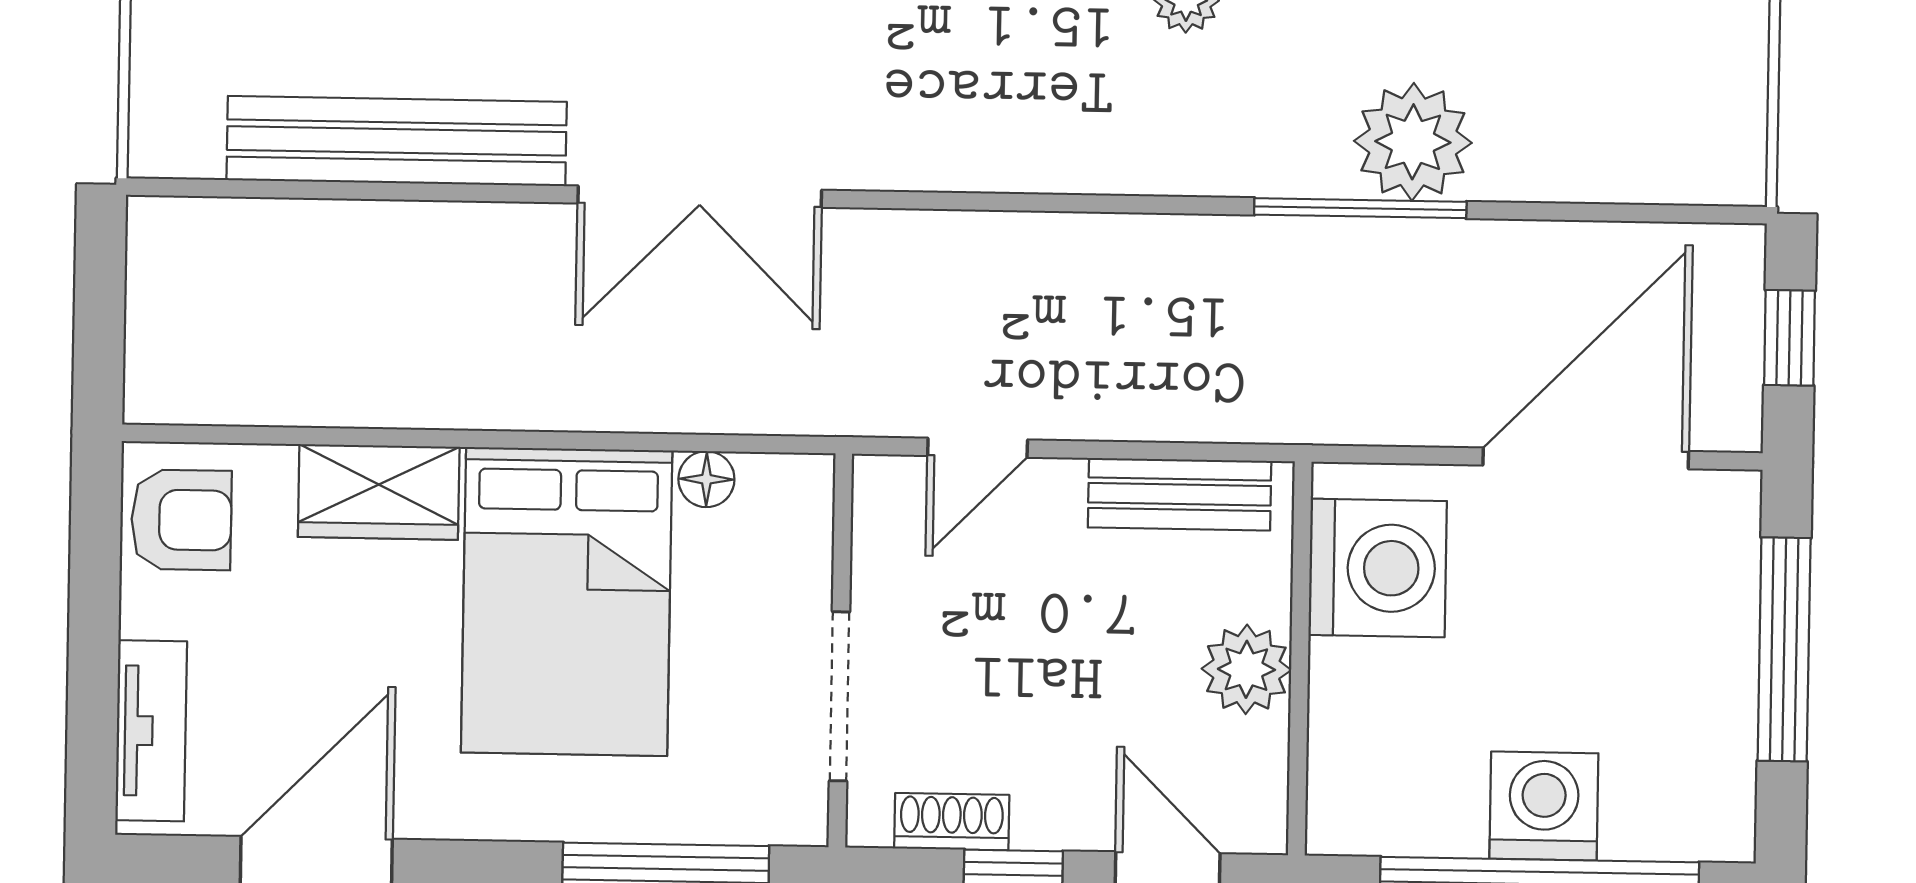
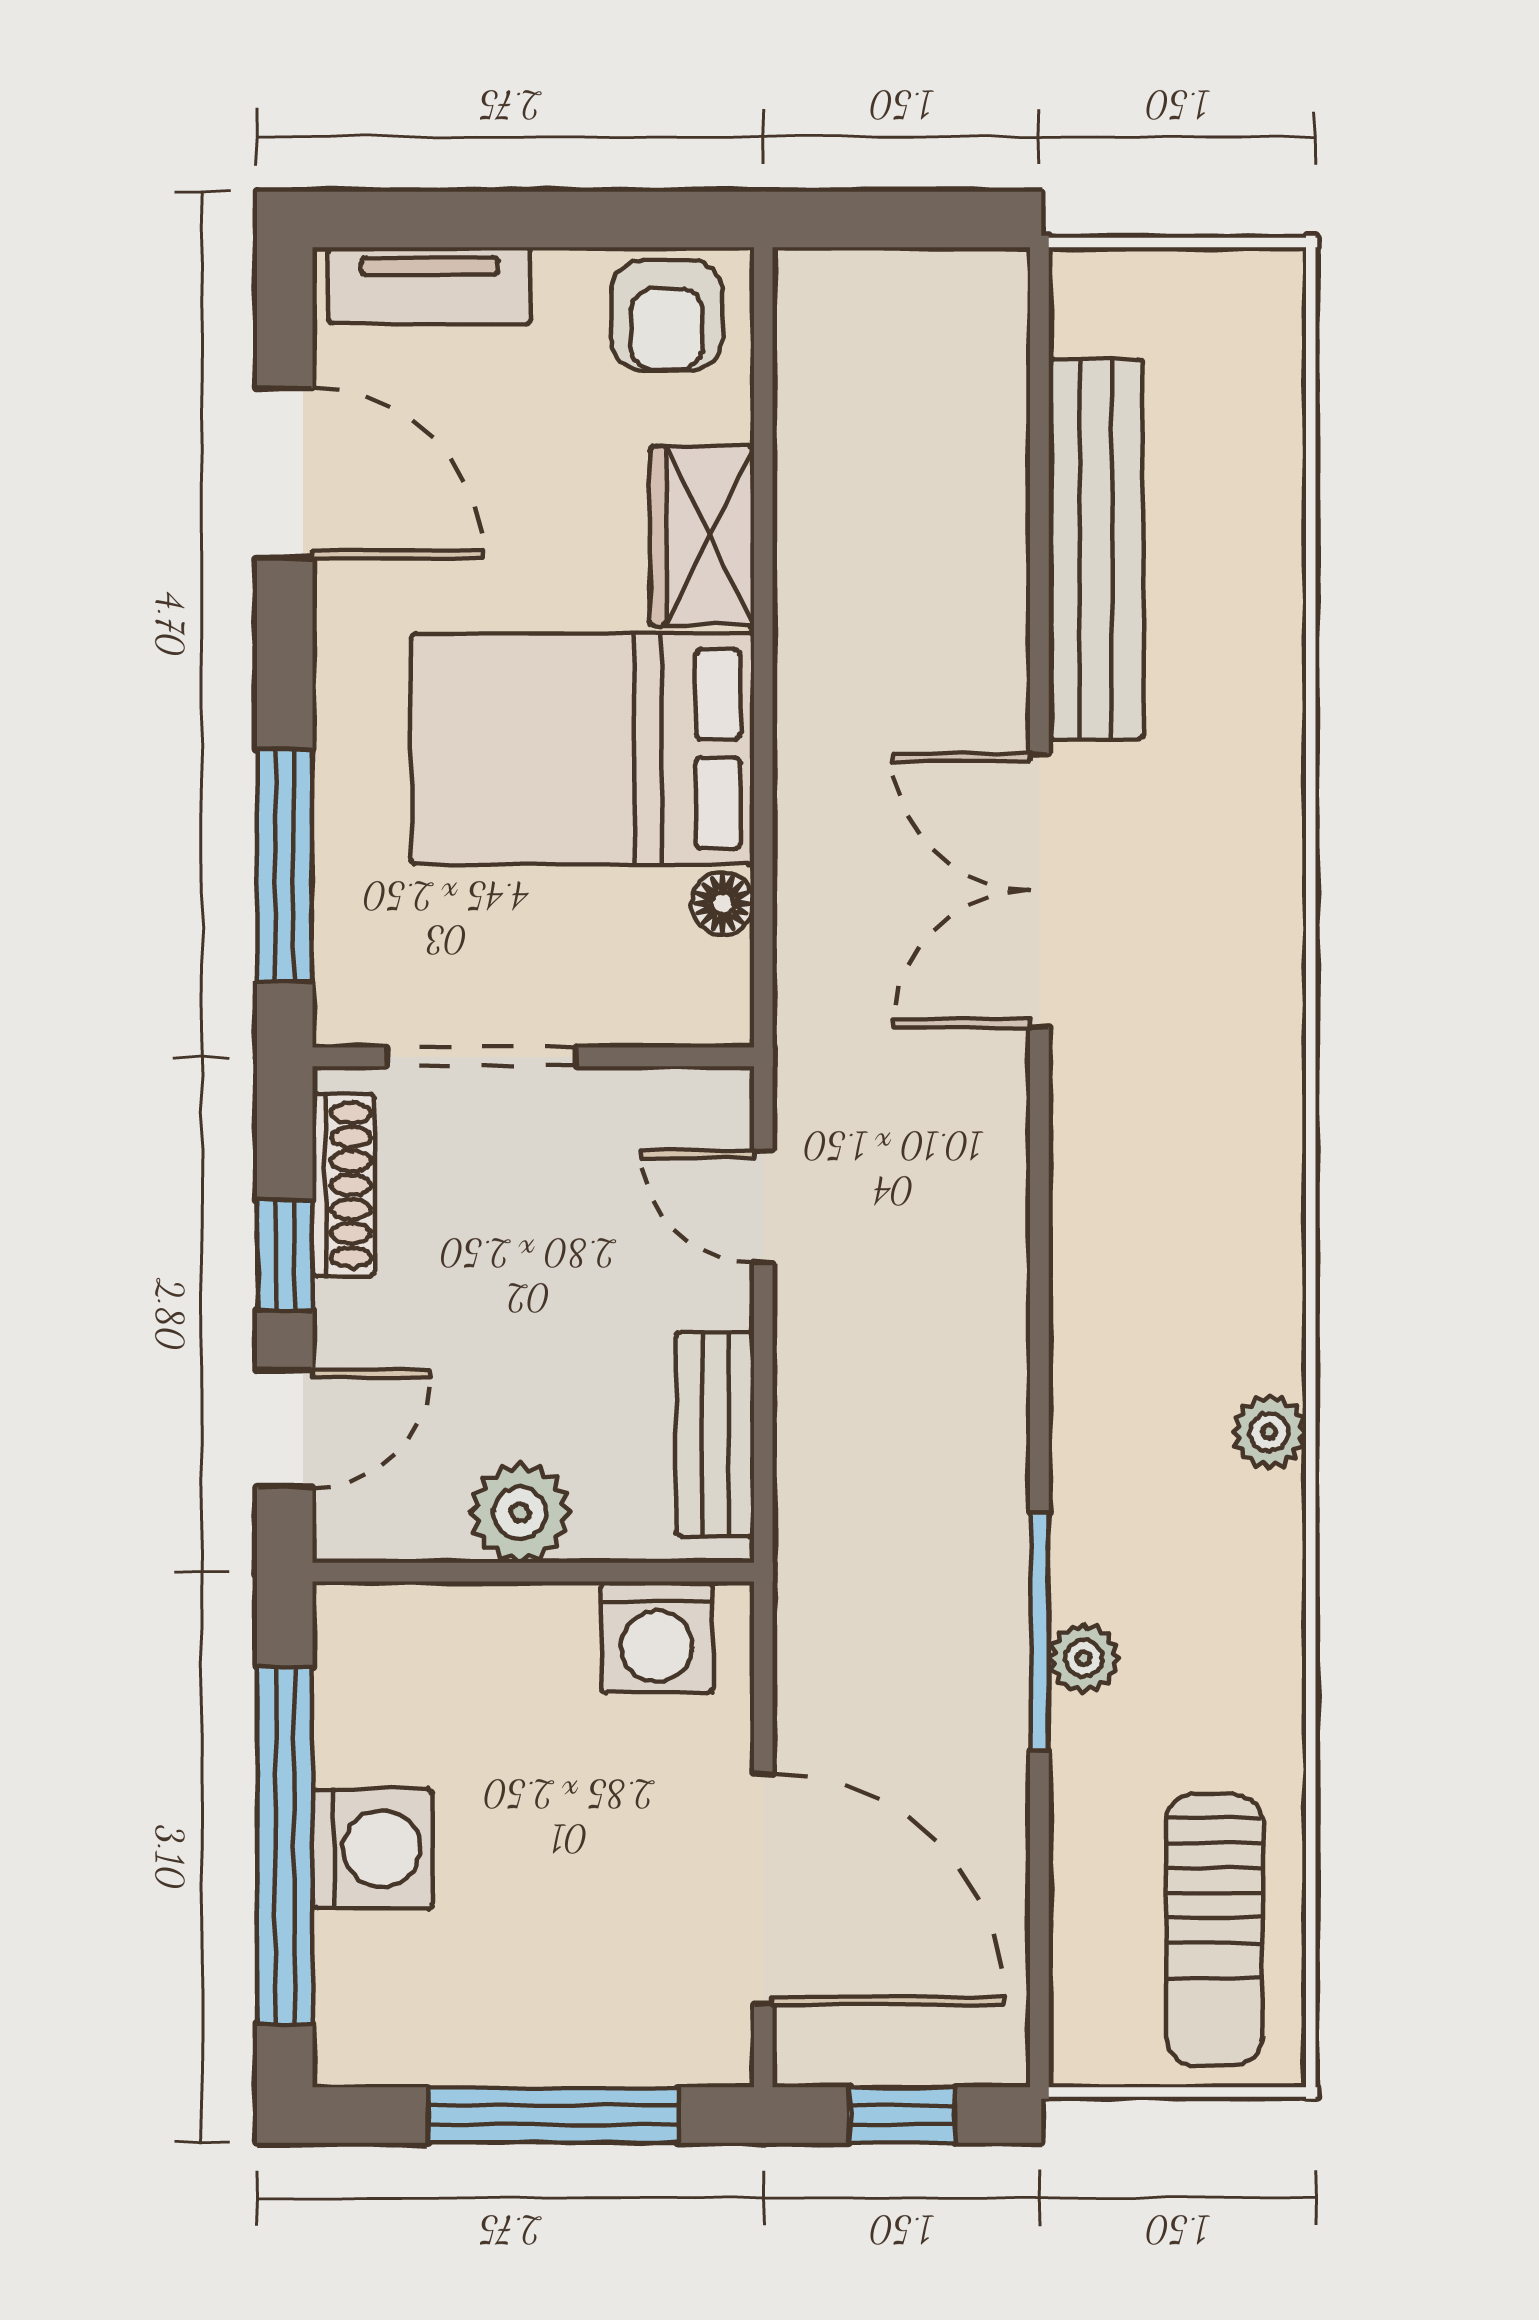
sun lounger: (1629, 57) -> (1214, 1930), added
plant: (1413, 142) -> (1084, 1658), width x0.53, depth x0.53
washing machine: (1378, 568) -> (657, 1637), width x0.73, depth x0.73
shoe rack: (952, 822) -> (343, 1185), width x1.43

